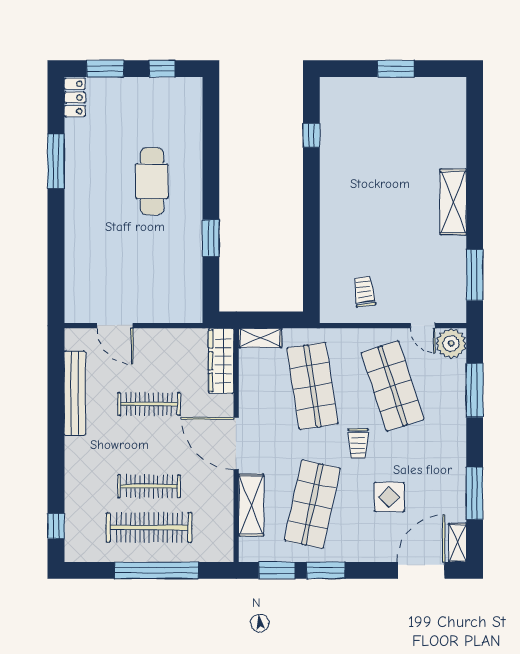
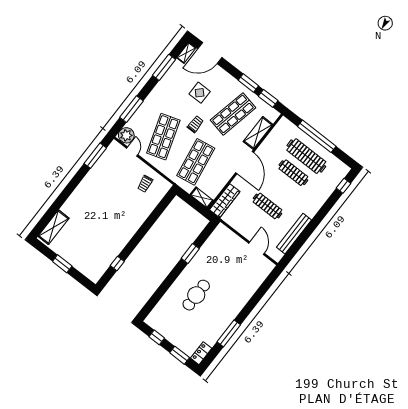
shelving: (453, 202) -> (54, 227), moved

